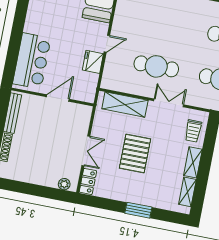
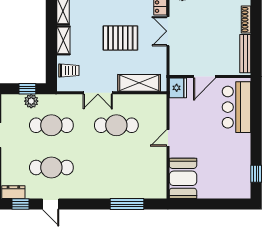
fridge: (93, 62) -> (178, 88), moved
trolley: (193, 131) -> (69, 70), turned 90
pallet: (135, 153) -> (120, 38), turned 90

